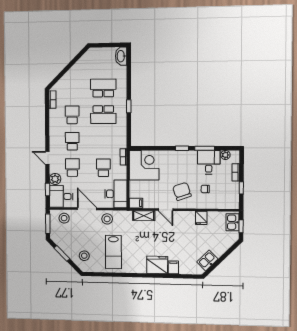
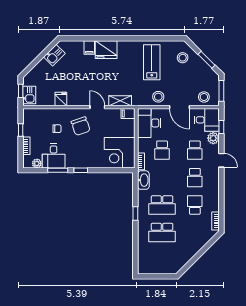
washbasin: (121, 56) -> (143, 180), moved
school desk: (72, 115) -> (195, 205), turned 180
school desk: (103, 115) -> (162, 205), turned 180

